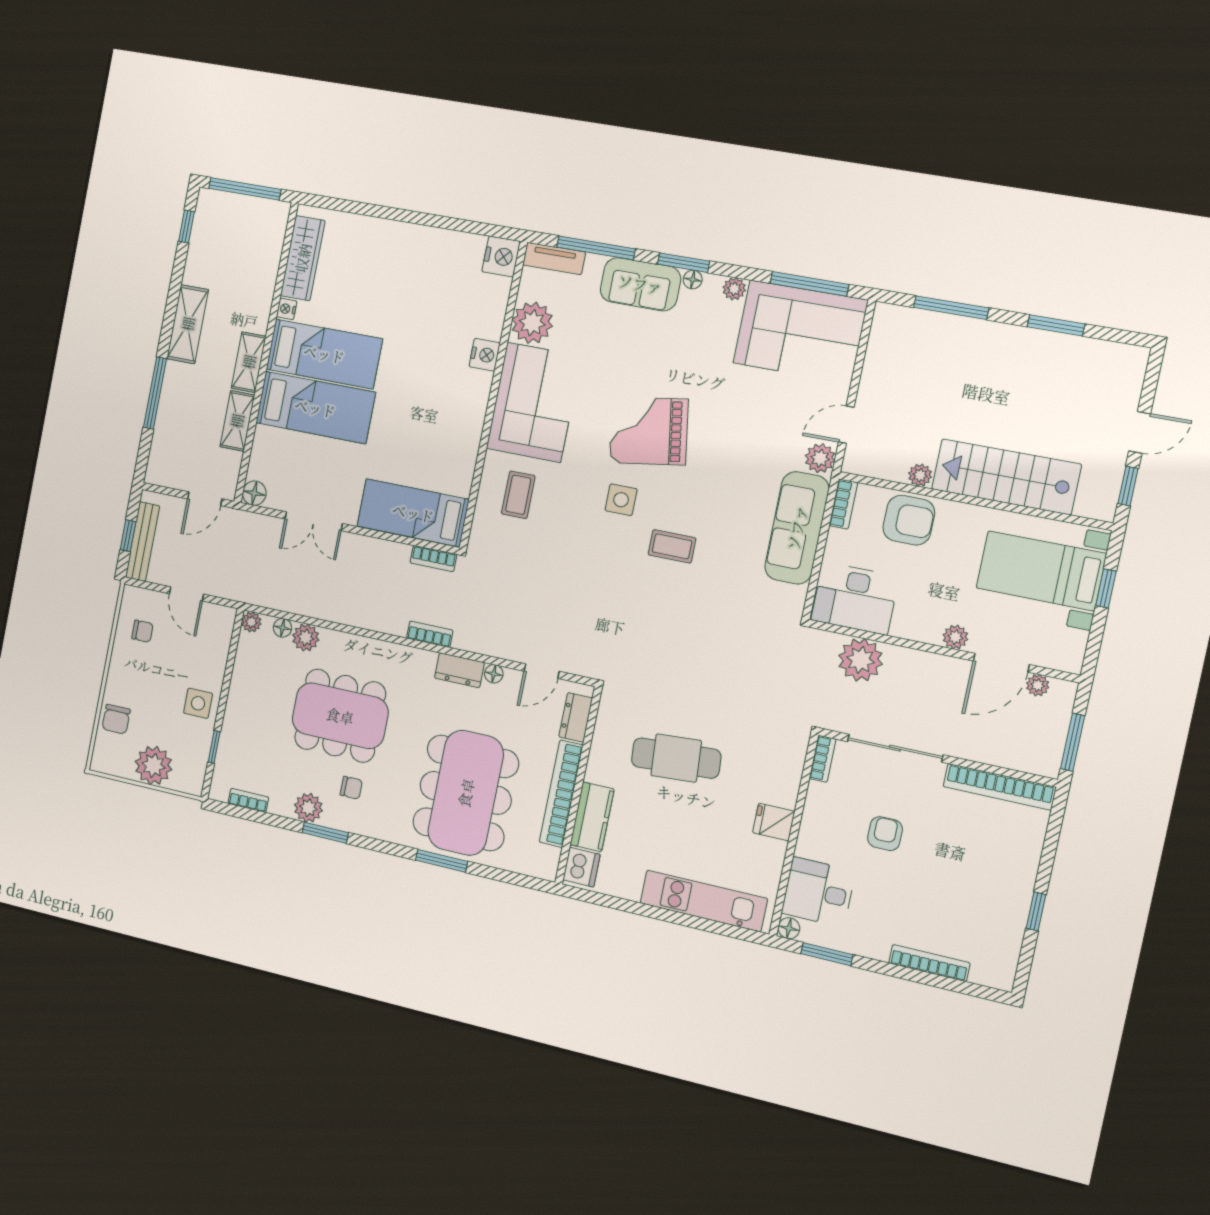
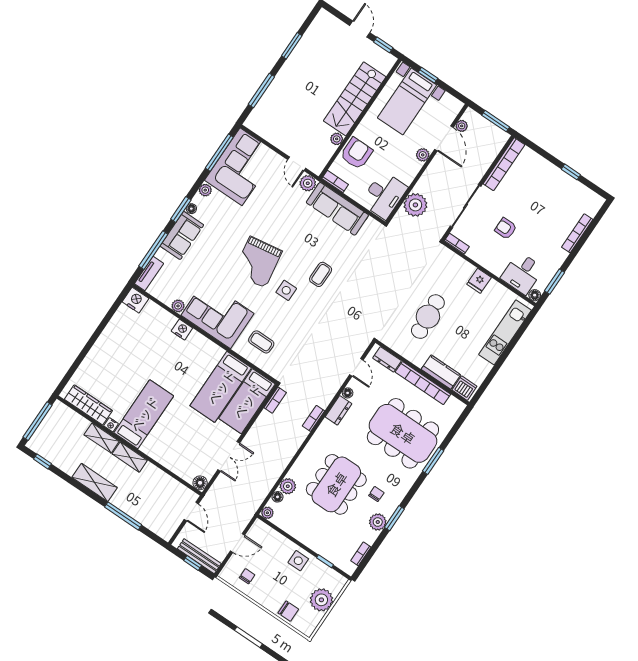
plant: (532, 323) -> (178, 306), width x0.53, depth x0.53
bed: (315, 408) -> (221, 387), moved, turned 180
shelving: (237, 421) -> (102, 438), moved

